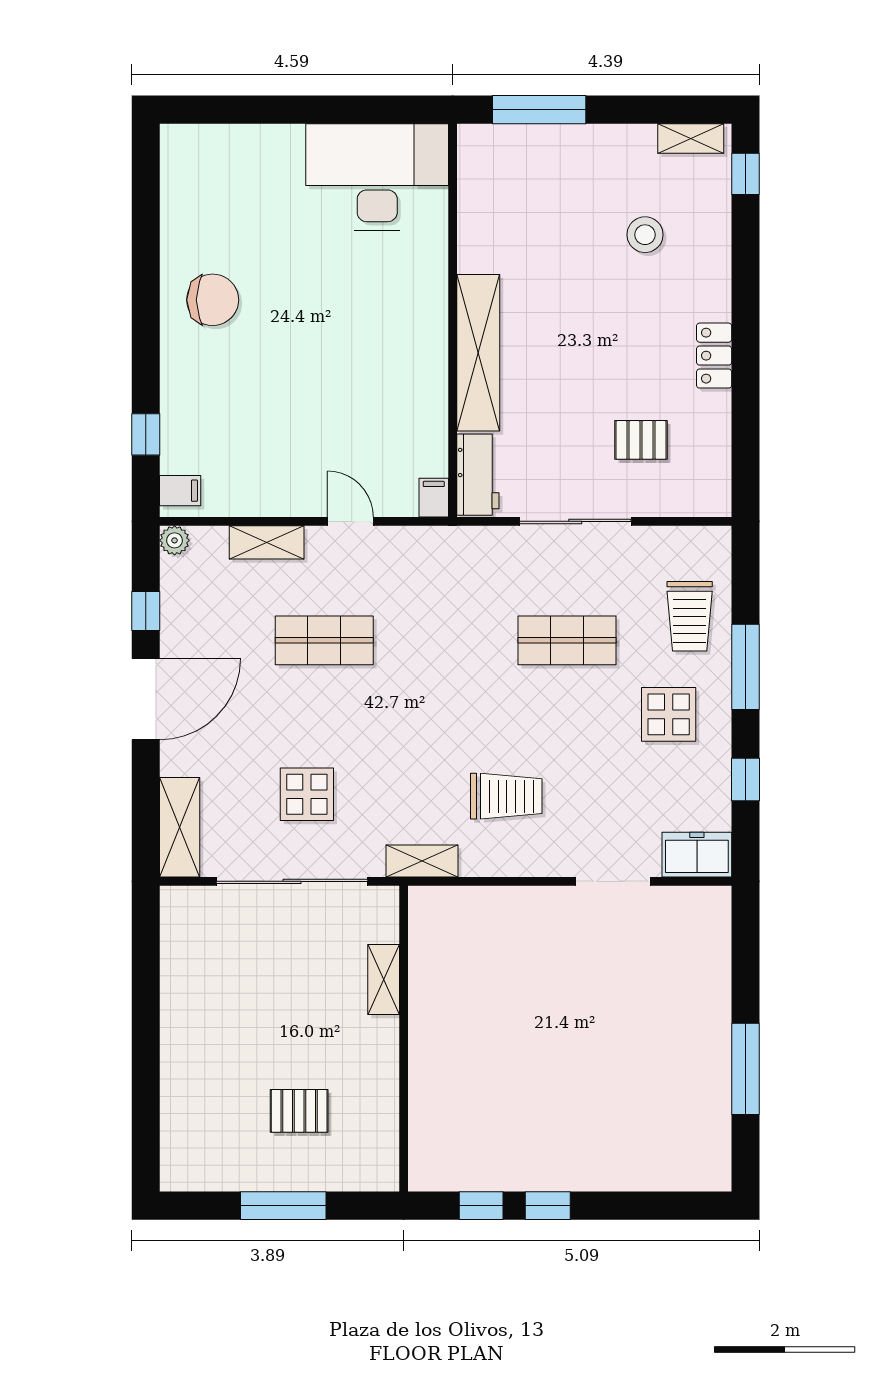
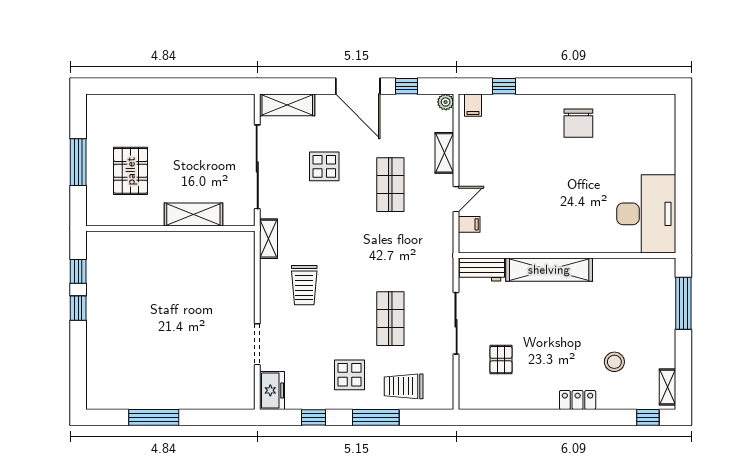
locker: (714, 356) -> (578, 400), moved
filing cabinet: (434, 498) -> (469, 224), moved
display table: (307, 794) -> (324, 166), moved
shelving: (384, 979) -> (193, 215), width x1.50, depth x1.33
pallet: (299, 1111) -> (131, 171), width x1.50, depth x1.42

